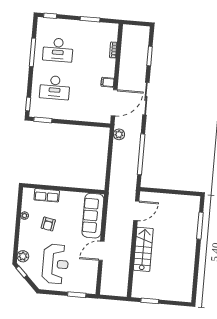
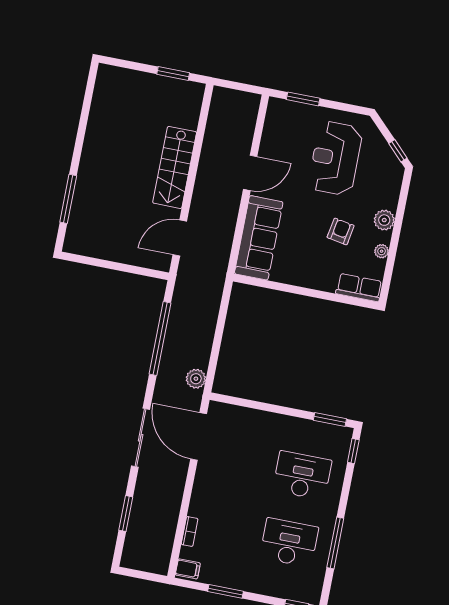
filing cabinet: (108, 82) -> (188, 569), moved
door: (114, 103) -> (199, 436), hinge flipped
row of seats: (47, 195) -> (359, 288), moved
plant: (23, 256) -> (384, 220), moved

